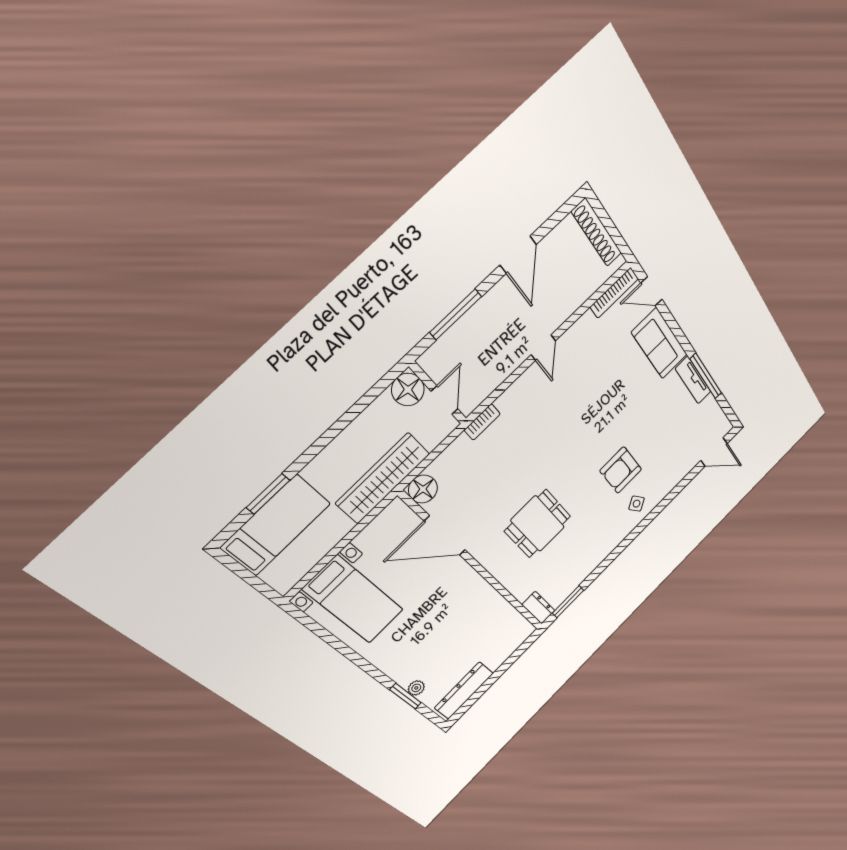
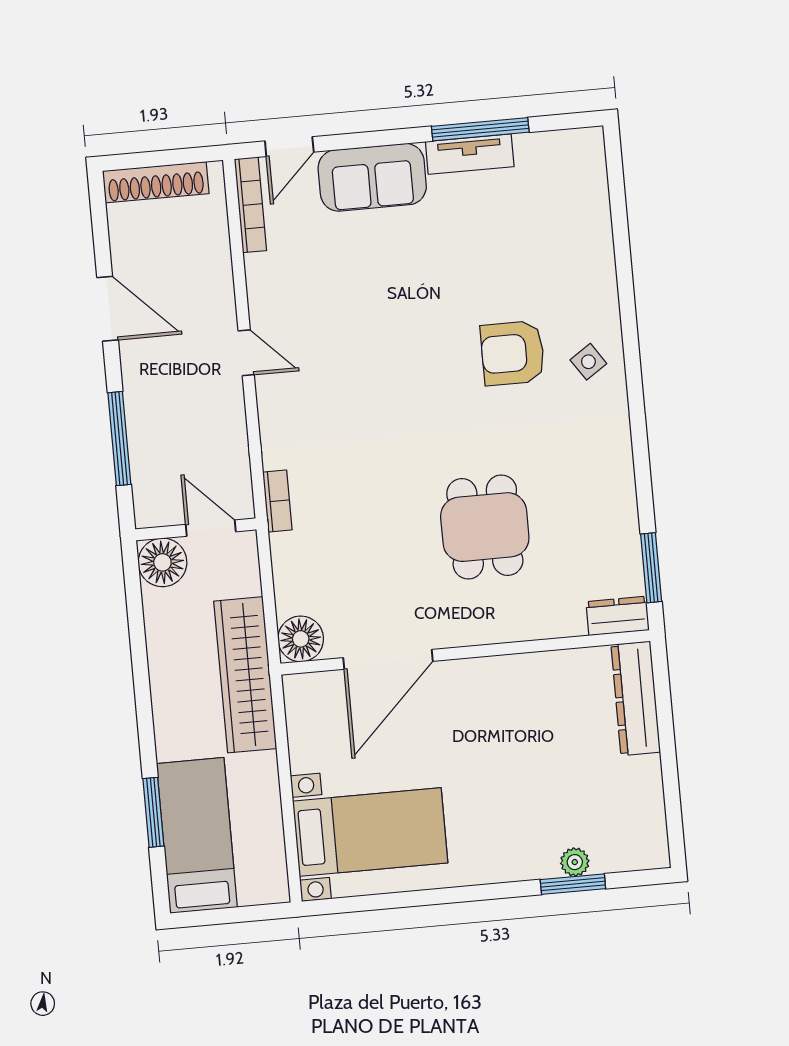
door: (714, 452) -> (616, 184), removed
armchair: (621, 470) -> (513, 353), turned 90
dresser: (464, 691) -> (636, 698), moved

